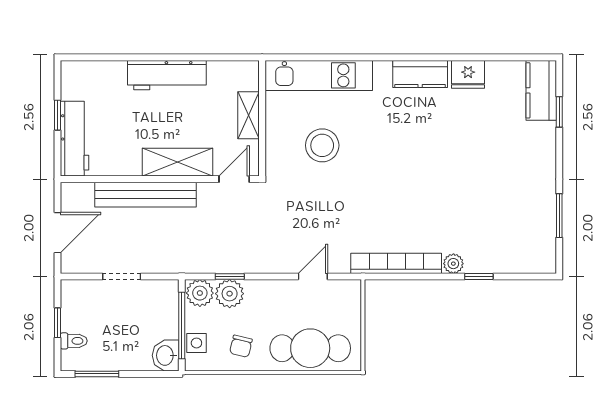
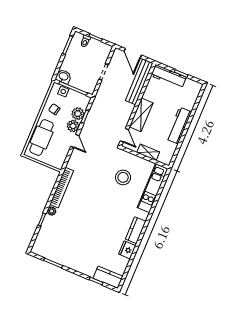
bench: (145, 195) -> (139, 82), moved
door: (313, 277) -> (75, 141), moved
plant: (200, 293) -> (73, 126), moved

